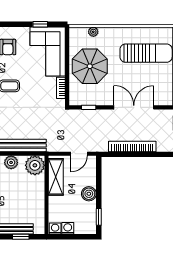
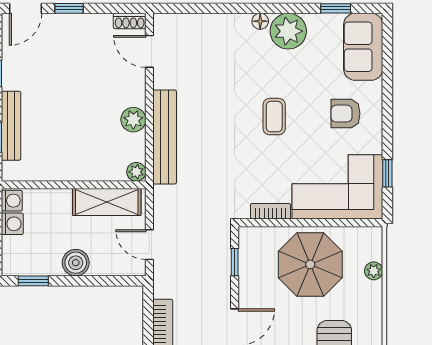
plant: (35, 165) -> (136, 172), width x0.53, depth x0.53

